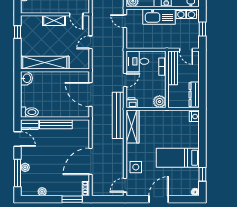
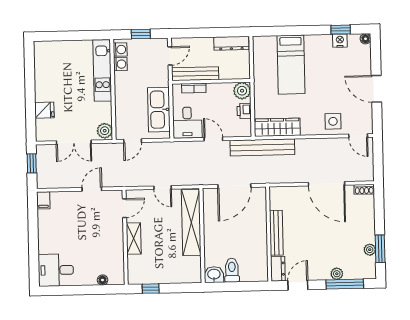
kitchen sink: (159, 17) -> (159, 110), moved, turned 180
shelving: (45, 63) -> (191, 222), moved
printer: (132, 103) -> (244, 111), moved
toilet: (29, 112) -> (232, 270), moved
nightstand: (194, 117) -> (340, 41), moved
bed: (178, 158) -> (291, 65), moved
window: (72, 199) -> (380, 249), moved

